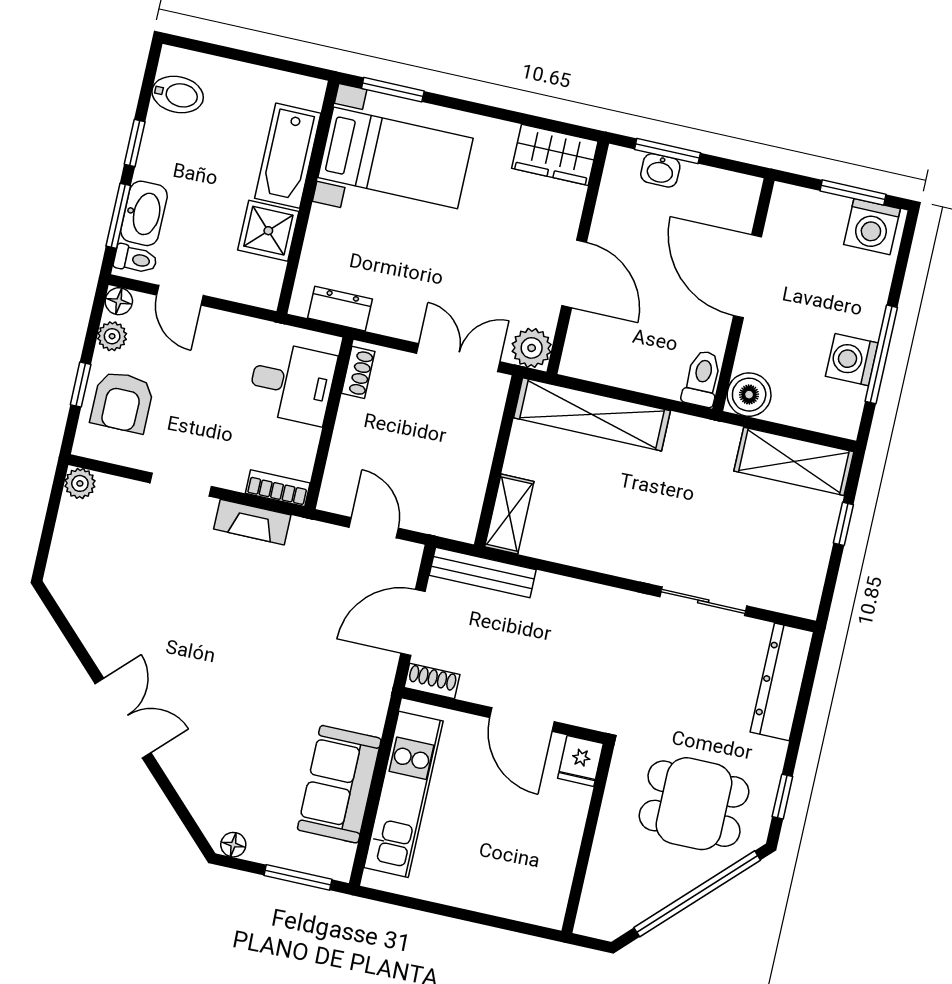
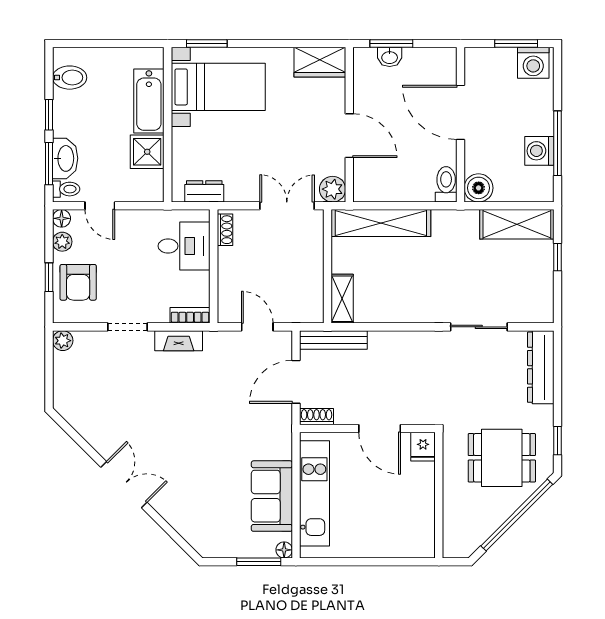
floor lamp: (233, 845) -> (284, 550), moved

